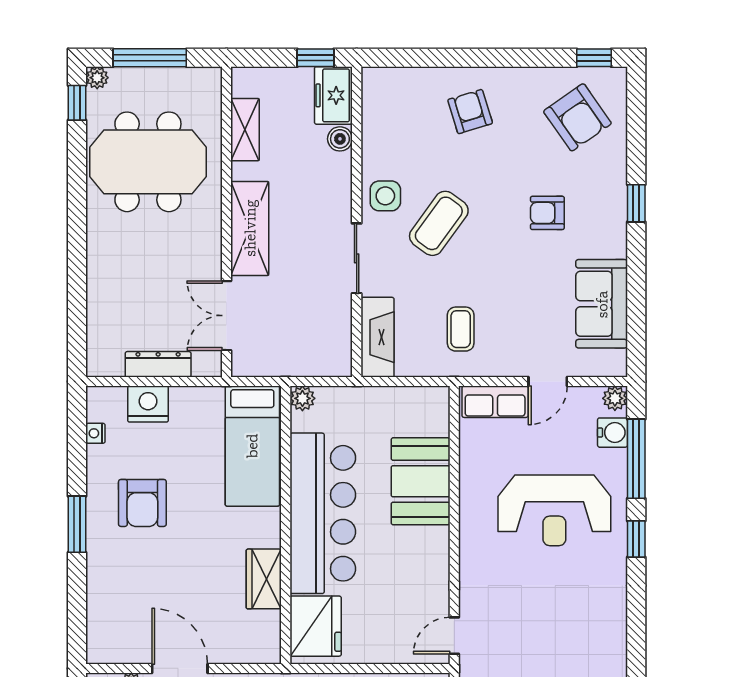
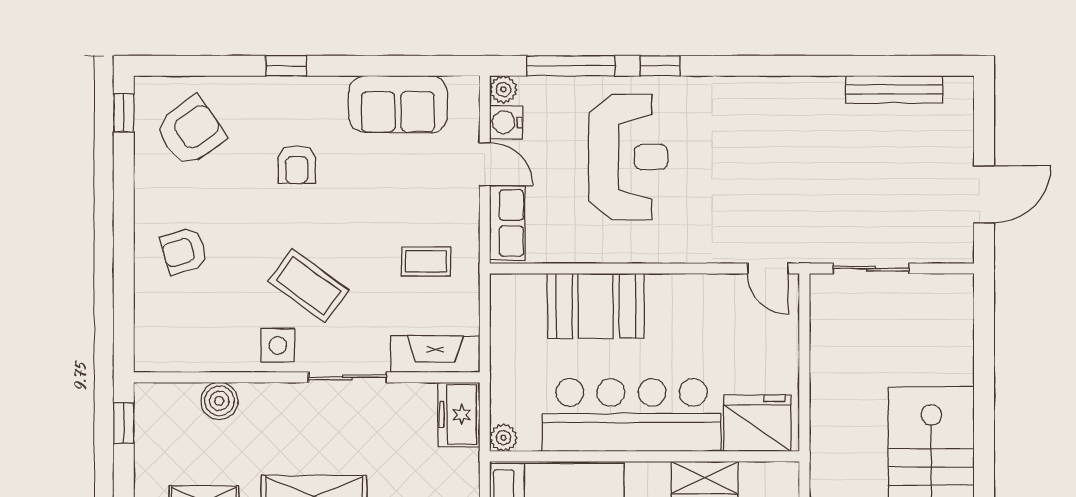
freezer: (333, 95) -> (459, 414), moved, turned 90
boiler: (340, 139) -> (219, 401), width x1.36, depth x1.36
water cooler: (612, 433) -> (506, 122), moved, turned -90

